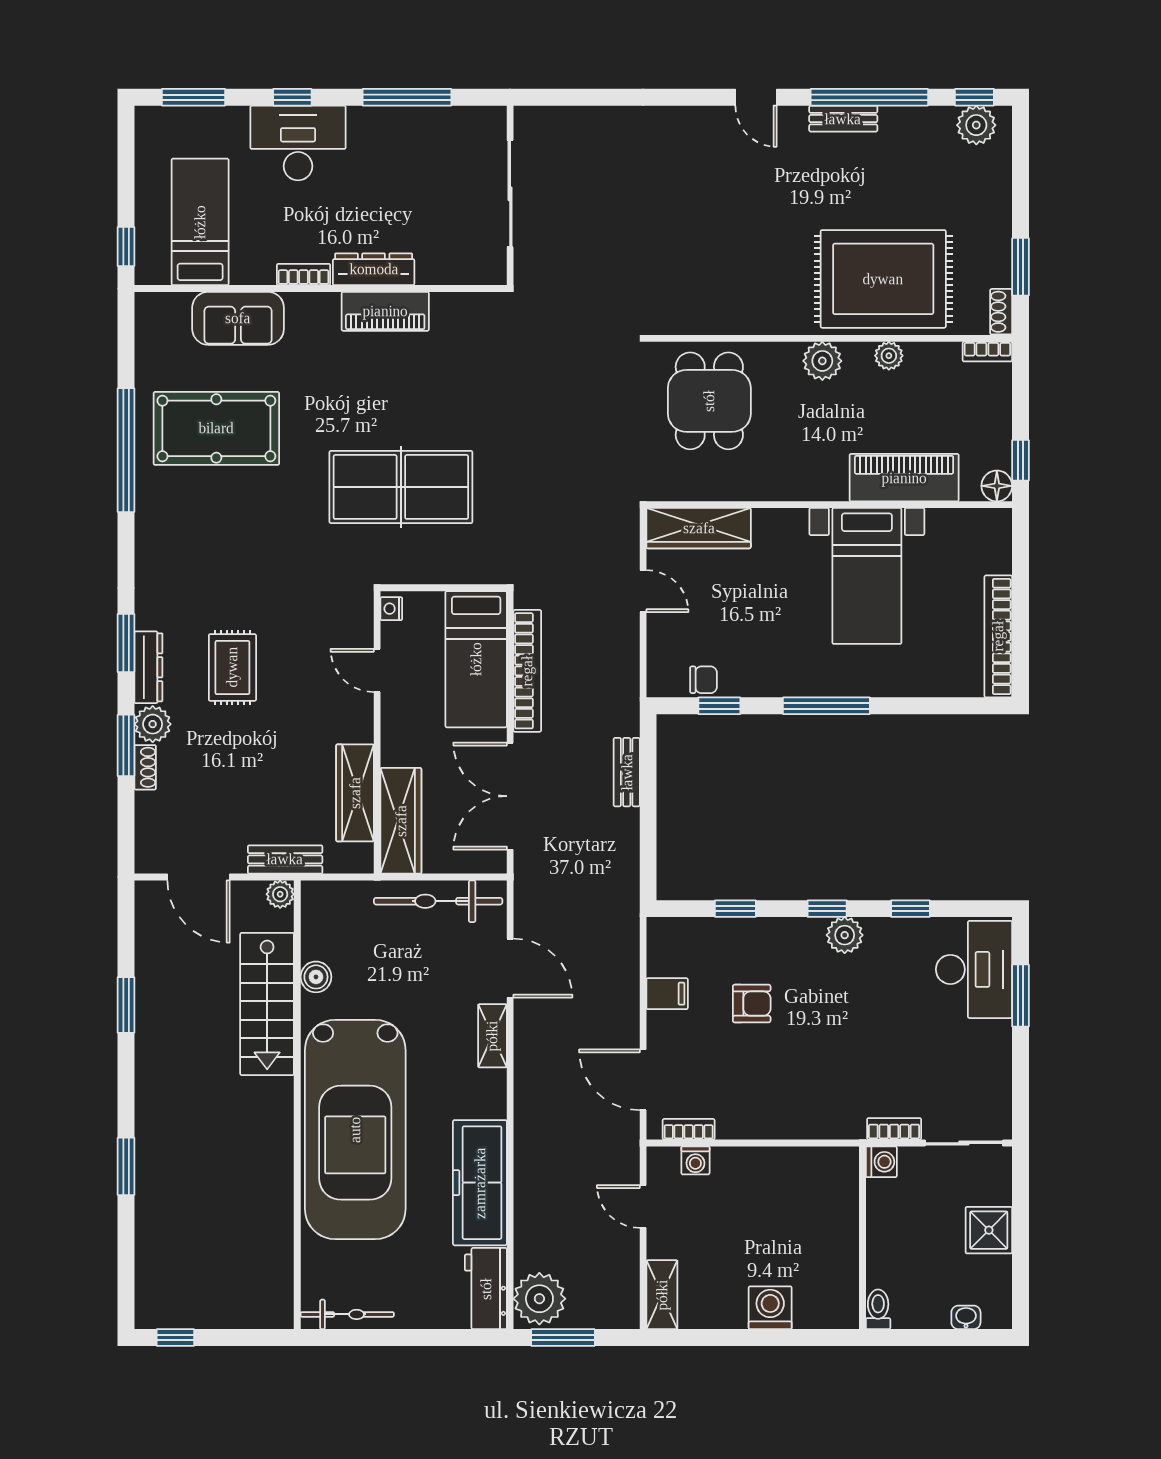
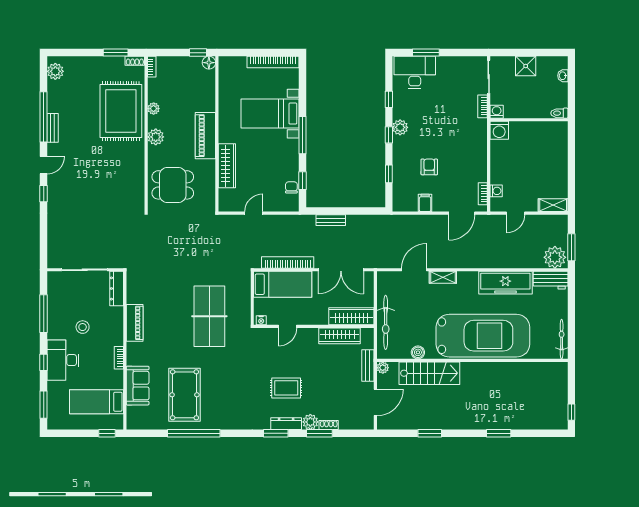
window: (974, 97) -> (44, 194), moved
stool: (376, 189) -> (83, 327), added
dresser: (374, 269) -> (117, 289), moved
piano: (904, 478) -> (205, 136), moved
wardrobe: (699, 528) -> (227, 166), moved
bed with nightstands: (867, 576) -> (270, 114), moved, turned 180
bicycle: (438, 901) -> (386, 322), moved
washing machine: (770, 1308) -> (499, 130), moved, turned -90

